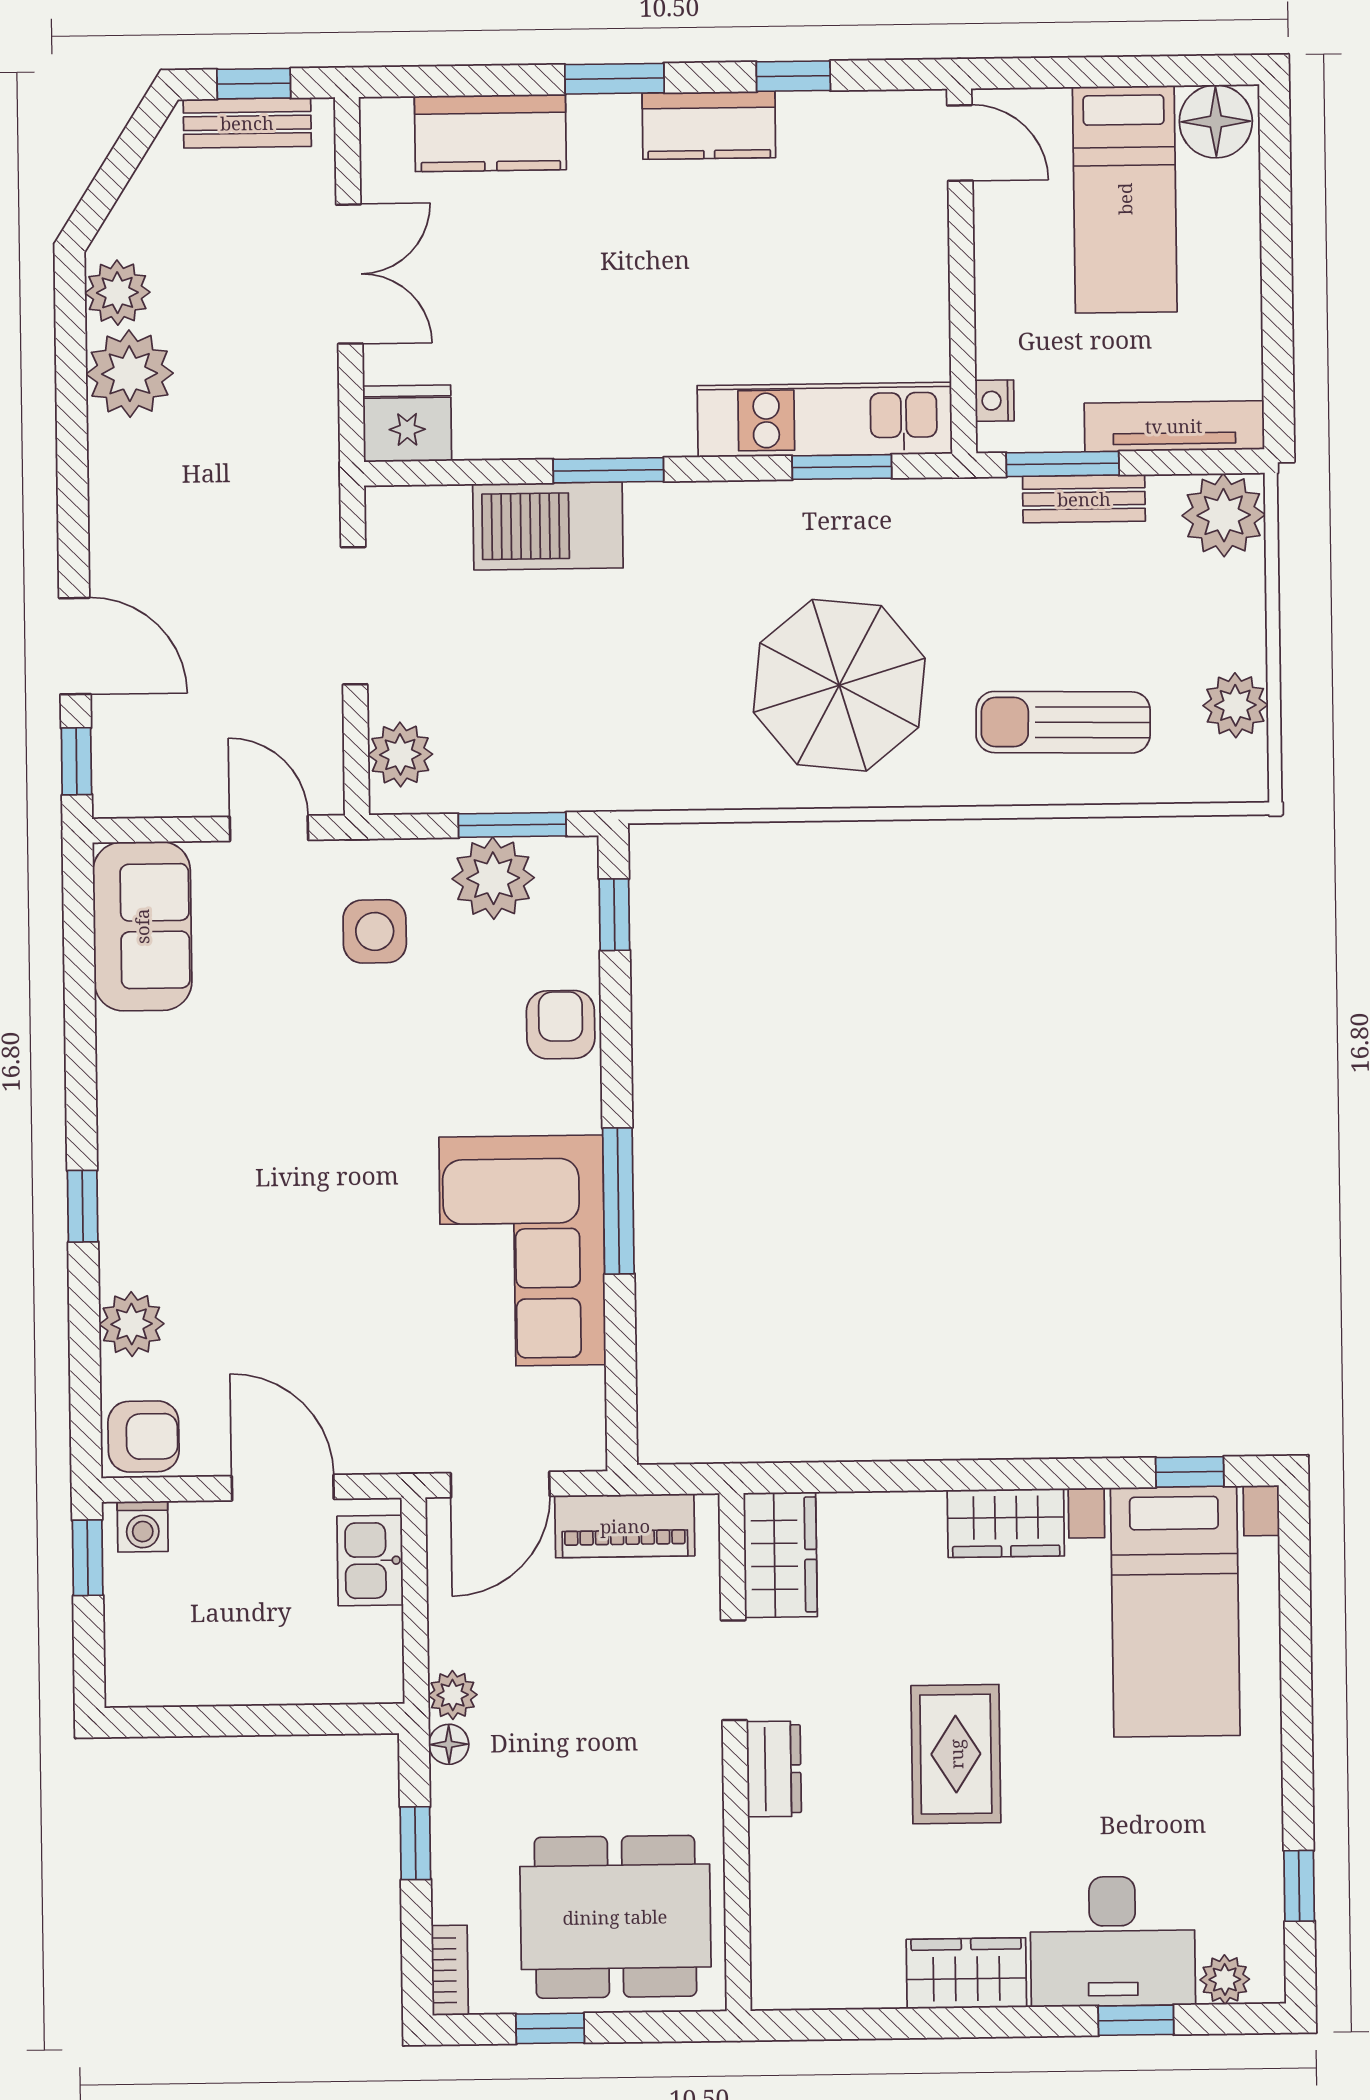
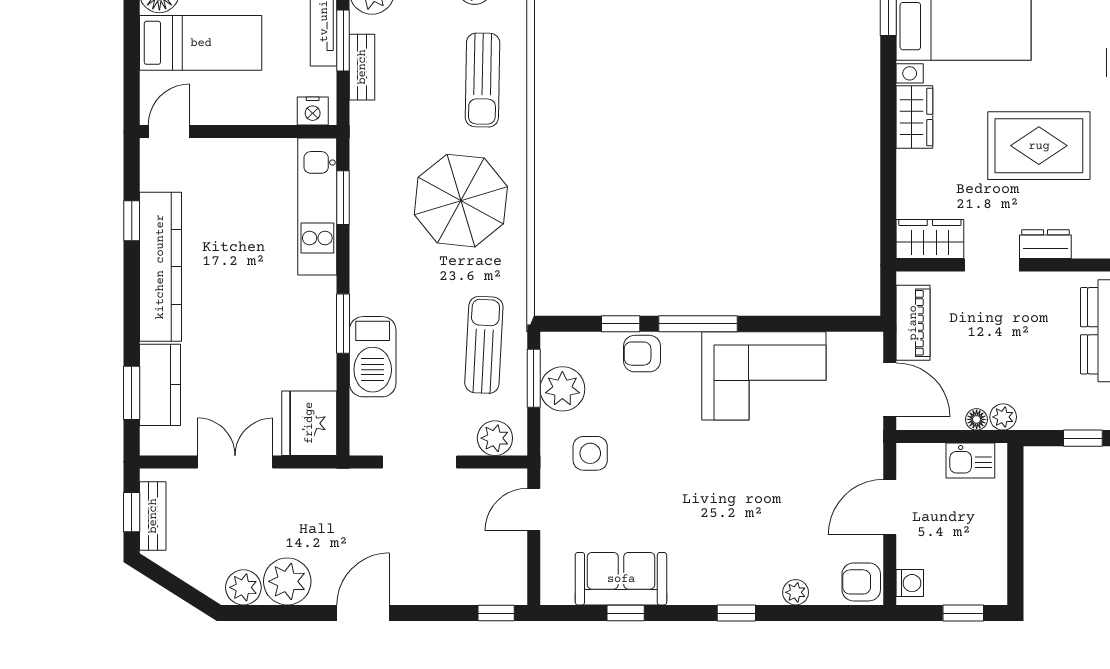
window: (614, 79) -> (132, 393), moved
kitchen counter: (709, 125) -> (160, 267), width x2.08, depth x1.17
nightstand: (995, 401) -> (313, 111), width x1.39, depth x1.35
fridge: (407, 423) -> (309, 423), width x1.36, depth x1.34
window: (1063, 464) -> (343, 40), moved
door: (75, 646) -> (363, 613), moved
sun lounger: (573, 732) -> (484, 345), added
window: (614, 915) -> (621, 324), moved
sofa: (142, 926) -> (621, 579), moved
window: (80, 1001) -> (626, 613), added
window: (618, 1201) -> (698, 324), moved
plant: (132, 1324) -> (796, 592), width x0.73, depth x0.73
armchair: (144, 1436) -> (861, 582), turned -90
window: (88, 1558) -> (963, 613), moved
kitchen sink: (370, 1561) -> (970, 460), moved
floor lamp: (449, 1744) -> (977, 419), moved
rug: (956, 1754) -> (1039, 146), width x1.36, depth x1.43

